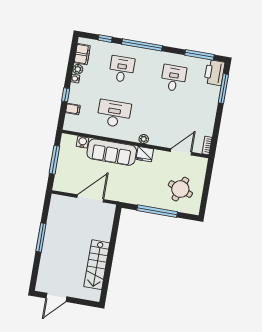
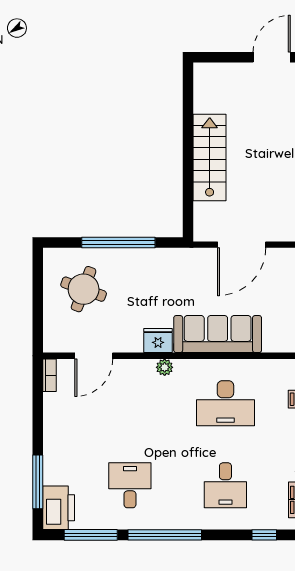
window: (142, 45) -> (165, 535), moved
desk: (174, 78) -> (130, 485), turned 180
water cooler: (82, 142) -> (273, 343), removed
stairs: (97, 265) -> (210, 157), moved

